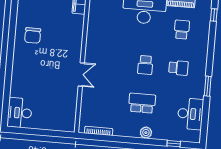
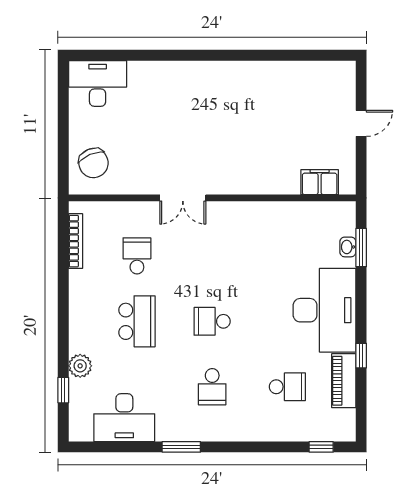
chair: (33, 35) -> (93, 163), moved, turned -113
school desk: (109, 100) -> (137, 256), added
plant: (146, 133) -> (80, 366), moved

